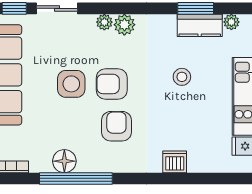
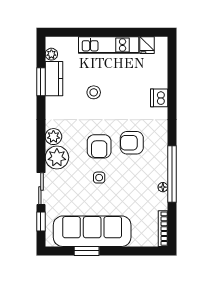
plant: (104, 22) -> (57, 157), width x1.87, depth x1.87
side table: (71, 84) -> (99, 178), width x0.54, depth x0.54
floor lamp: (64, 161) -> (163, 187), width x0.53, depth x0.53

